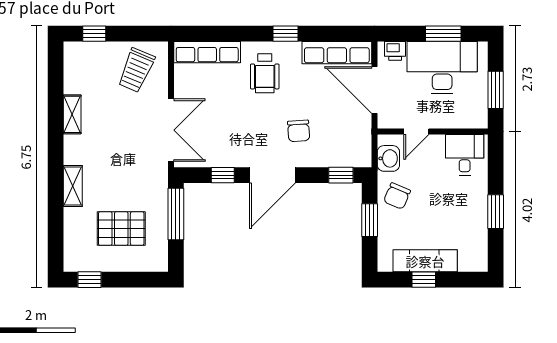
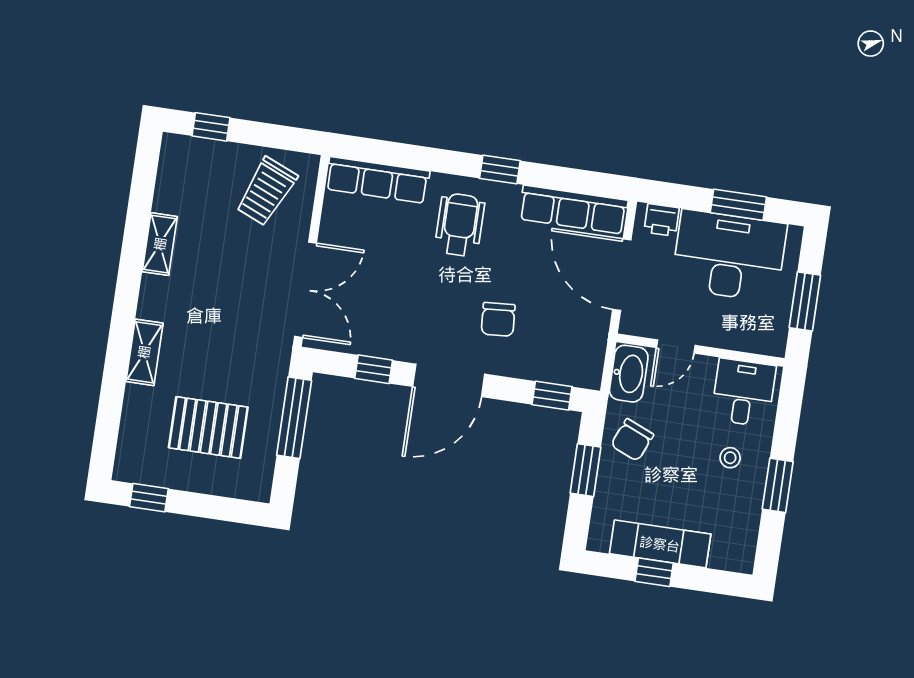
wheelchair: (265, 73) -> (460, 225), turned 180
washbasin: (388, 158) -> (629, 374), width x1.38
stool: (462, 198) -> (730, 458), added

